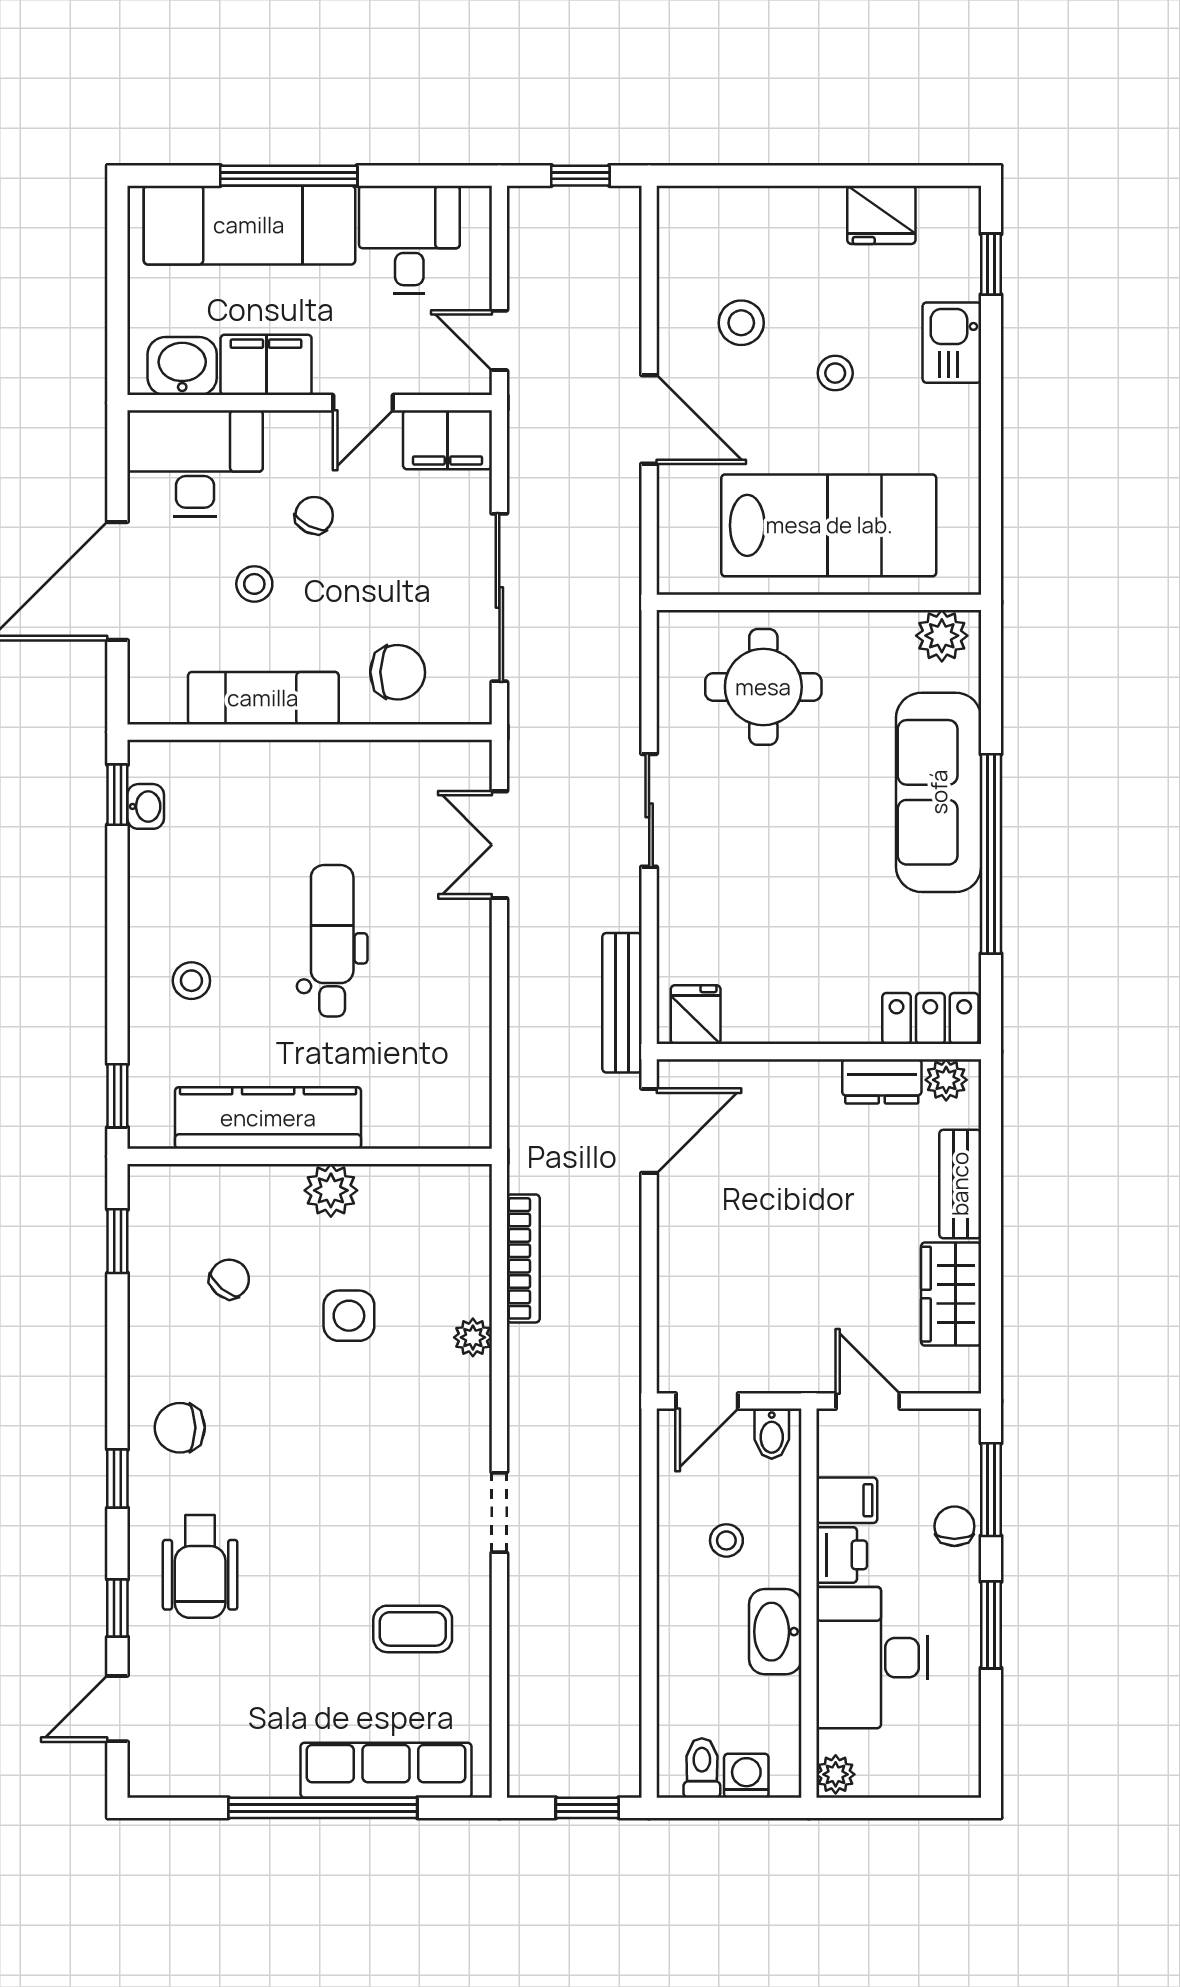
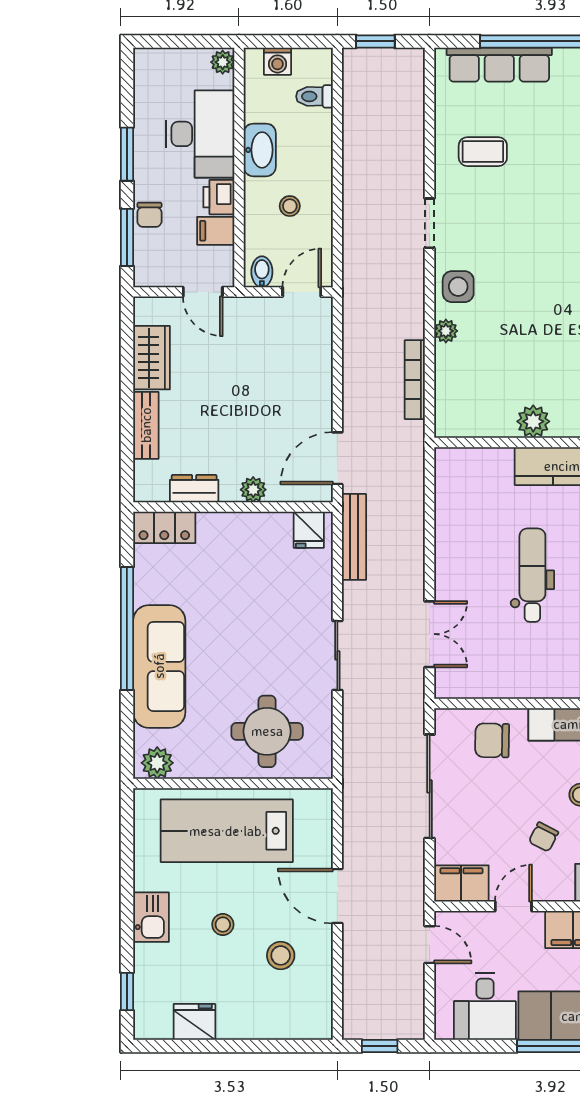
kitchen sink: (952, 343) -> (151, 917), moved
dental chair: (332, 941) -> (532, 575), turned 180
plant: (946, 1080) -> (253, 490), moved
side table: (349, 1316) -> (458, 287), moved
toilet: (702, 1768) -> (314, 96), moved, turned 90

